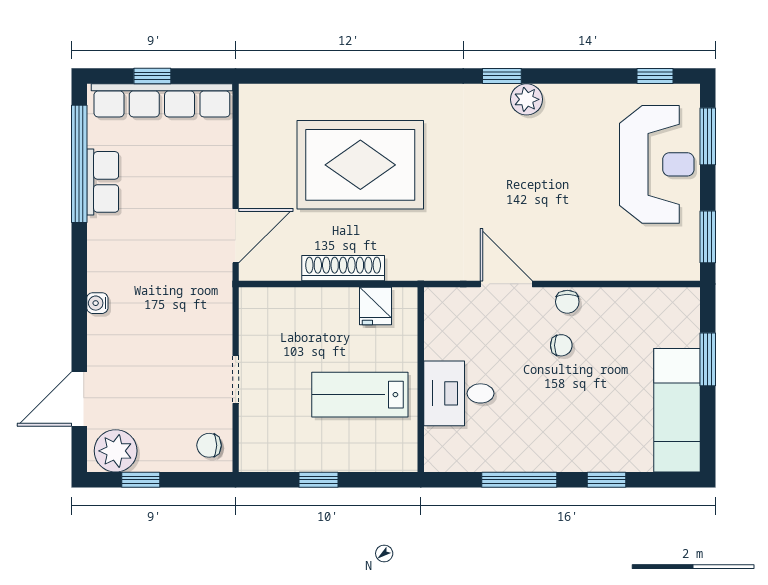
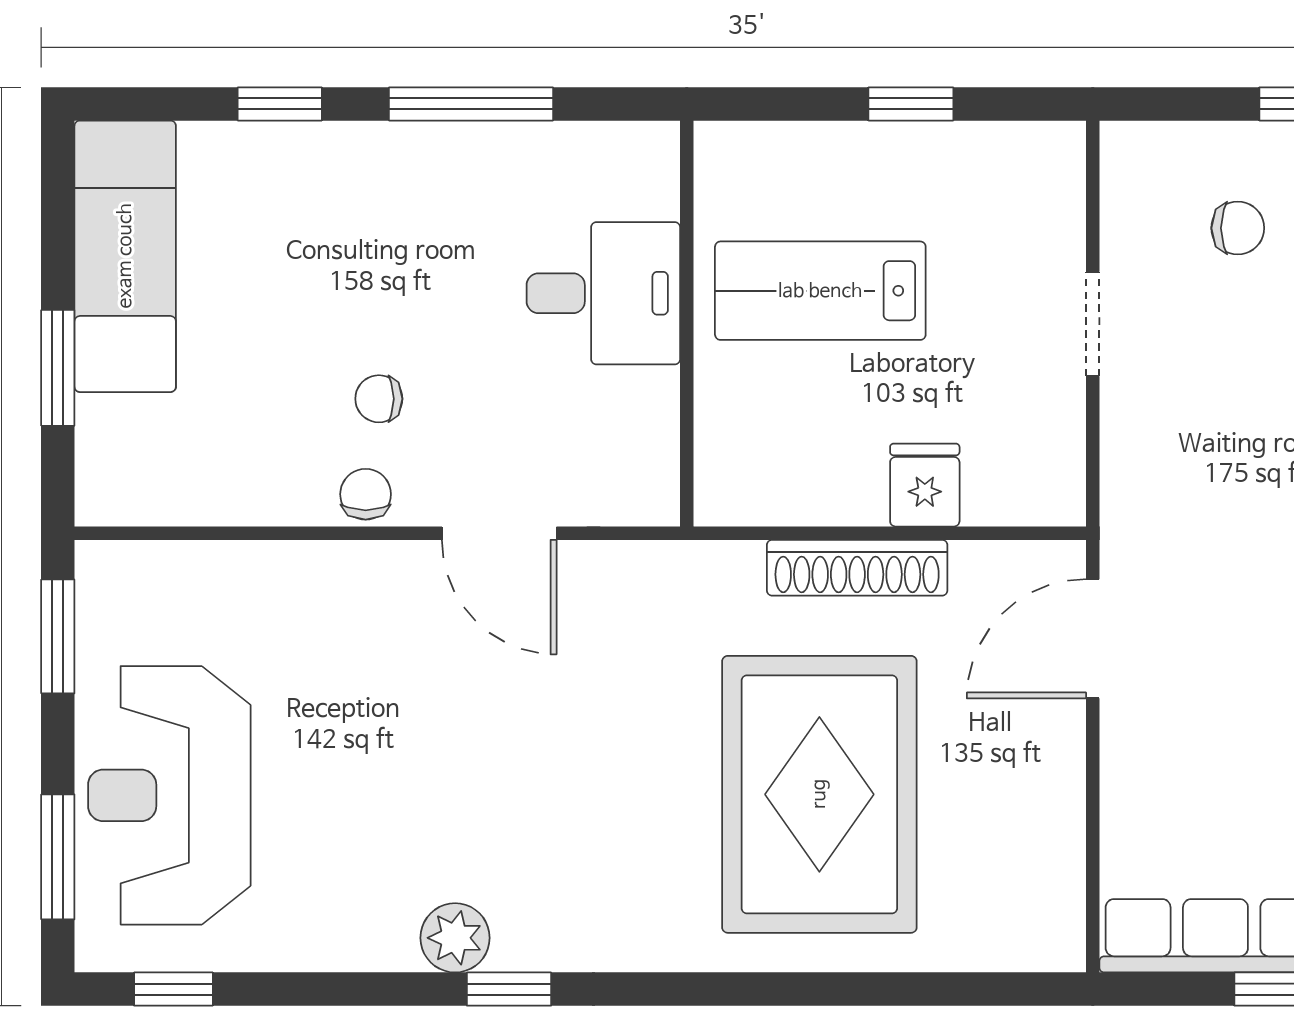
rug: (360, 165) -> (819, 794), turned 90
fridge: (376, 306) -> (925, 485), moved
lab bench: (360, 395) -> (820, 291), turned 180
chair: (209, 445) -> (1238, 228), moved

